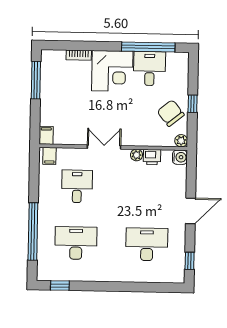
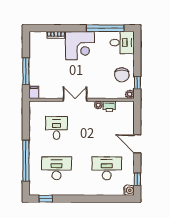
desk: (150, 68) -> (122, 43), moved, turned 90
window: (36, 80) -> (26, 71), moved
window: (193, 104) -> (137, 83), moved
chair: (171, 113) -> (122, 75), turned -141
filing cabinet: (49, 156) -> (37, 107), removed
water cooler: (180, 157) -> (129, 190), moved
door: (191, 211) -> (137, 144), swing flipped

